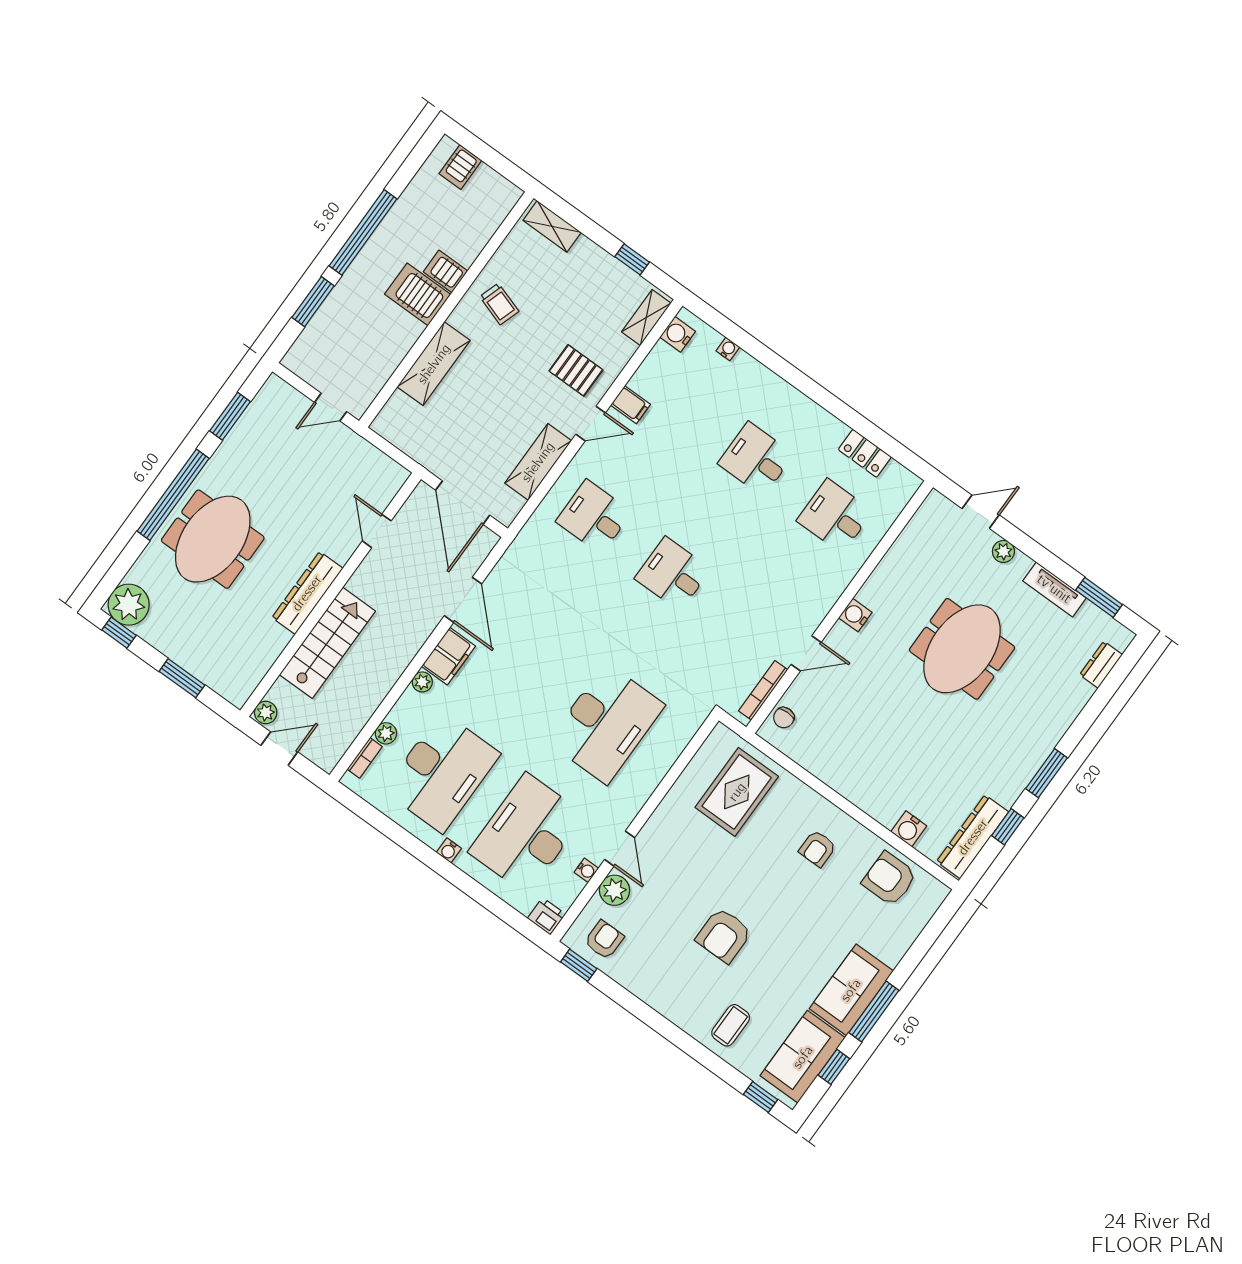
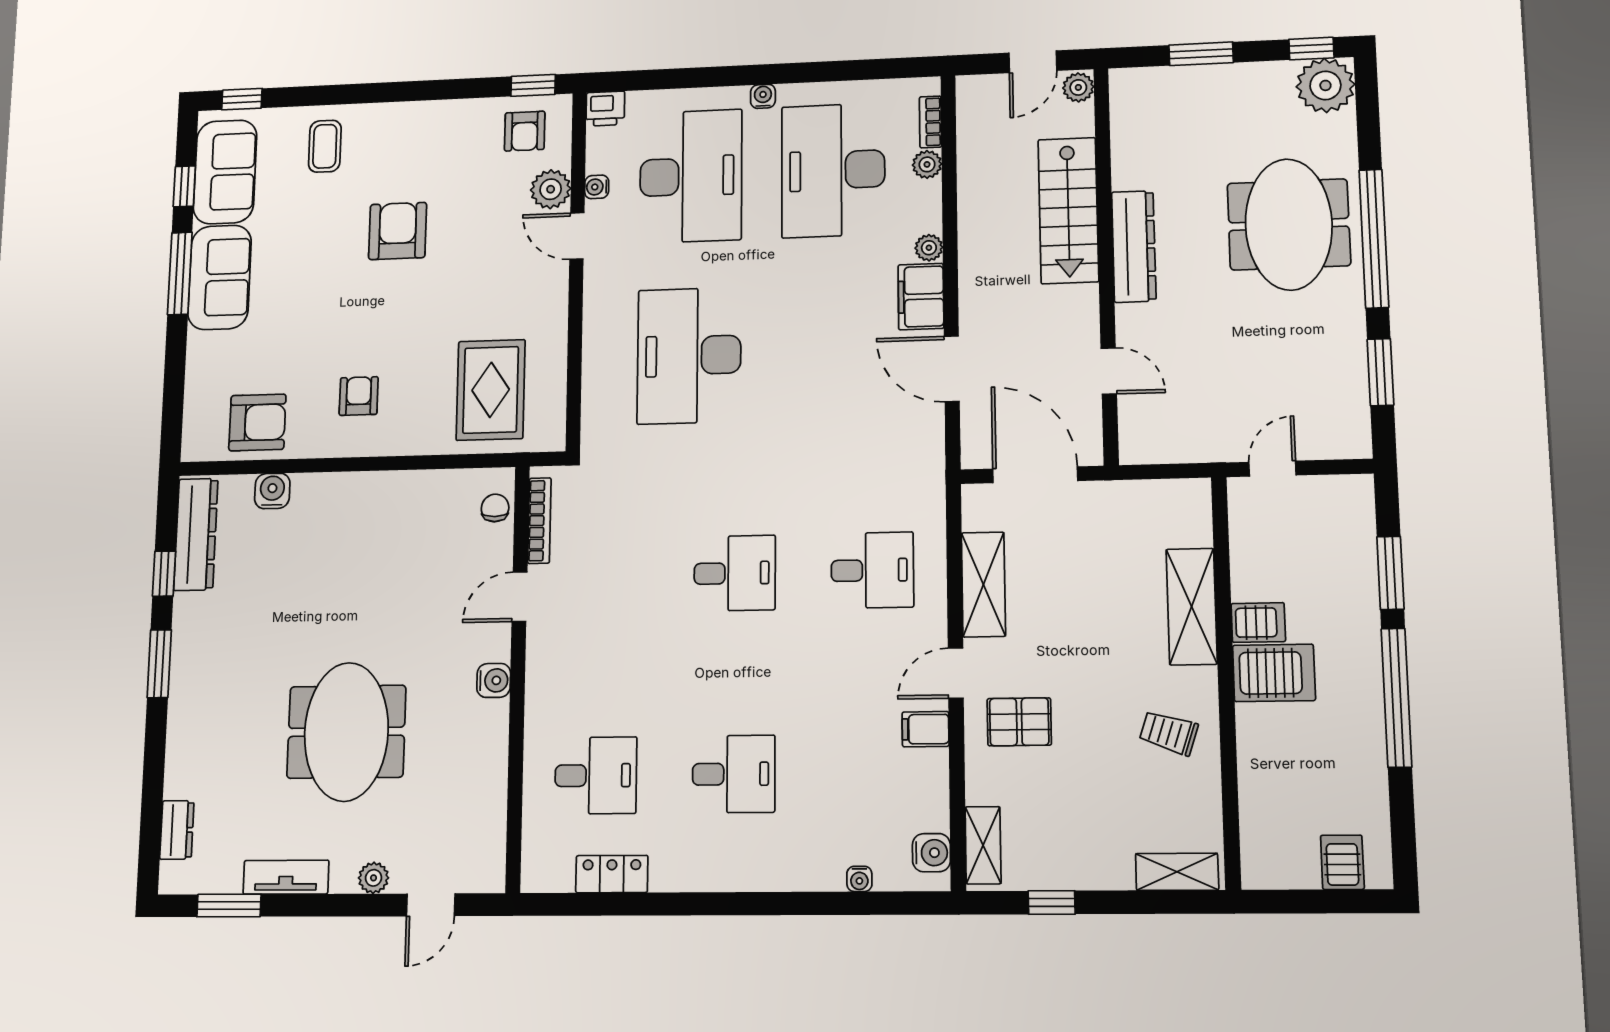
server rack: (445, 271) -> (1258, 622), moved

